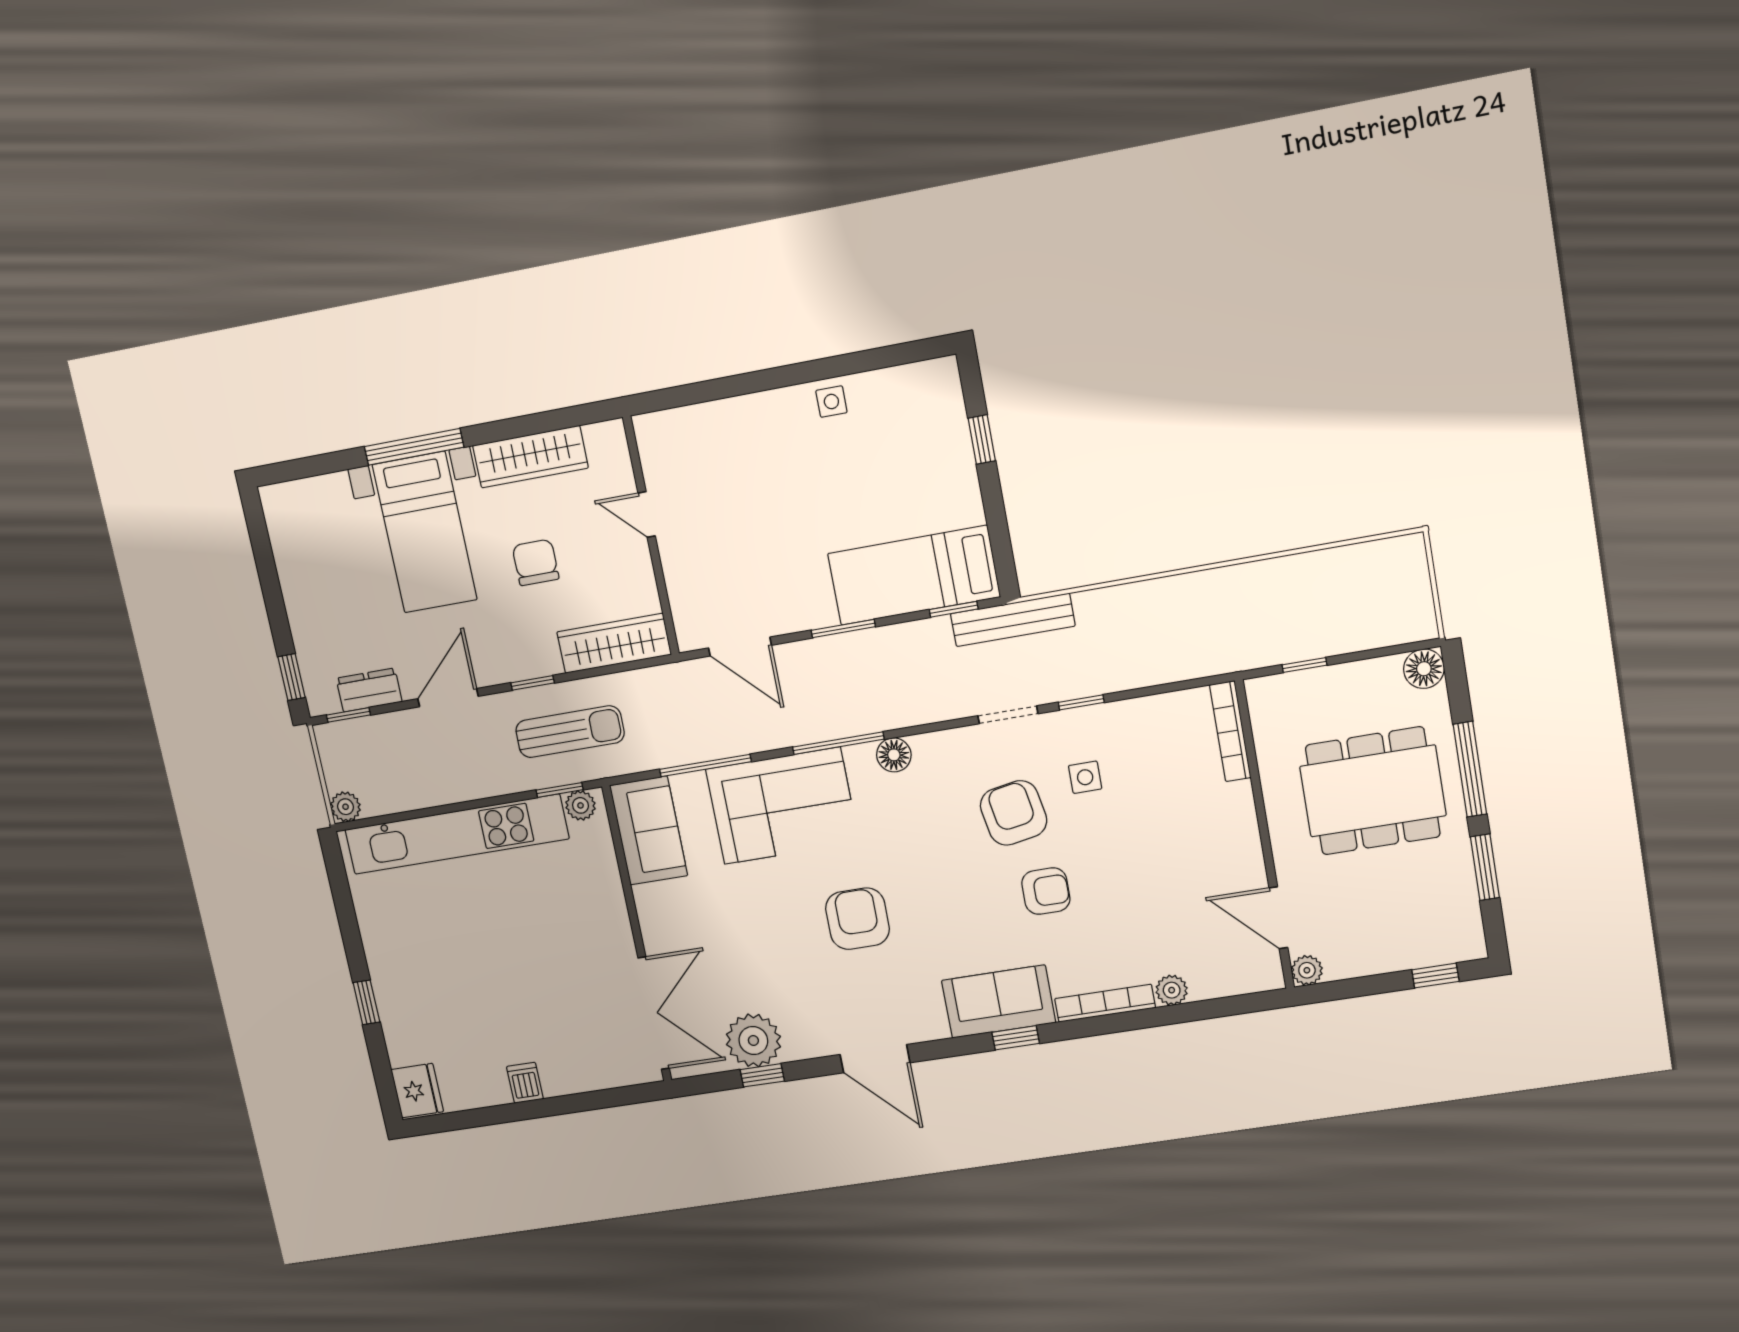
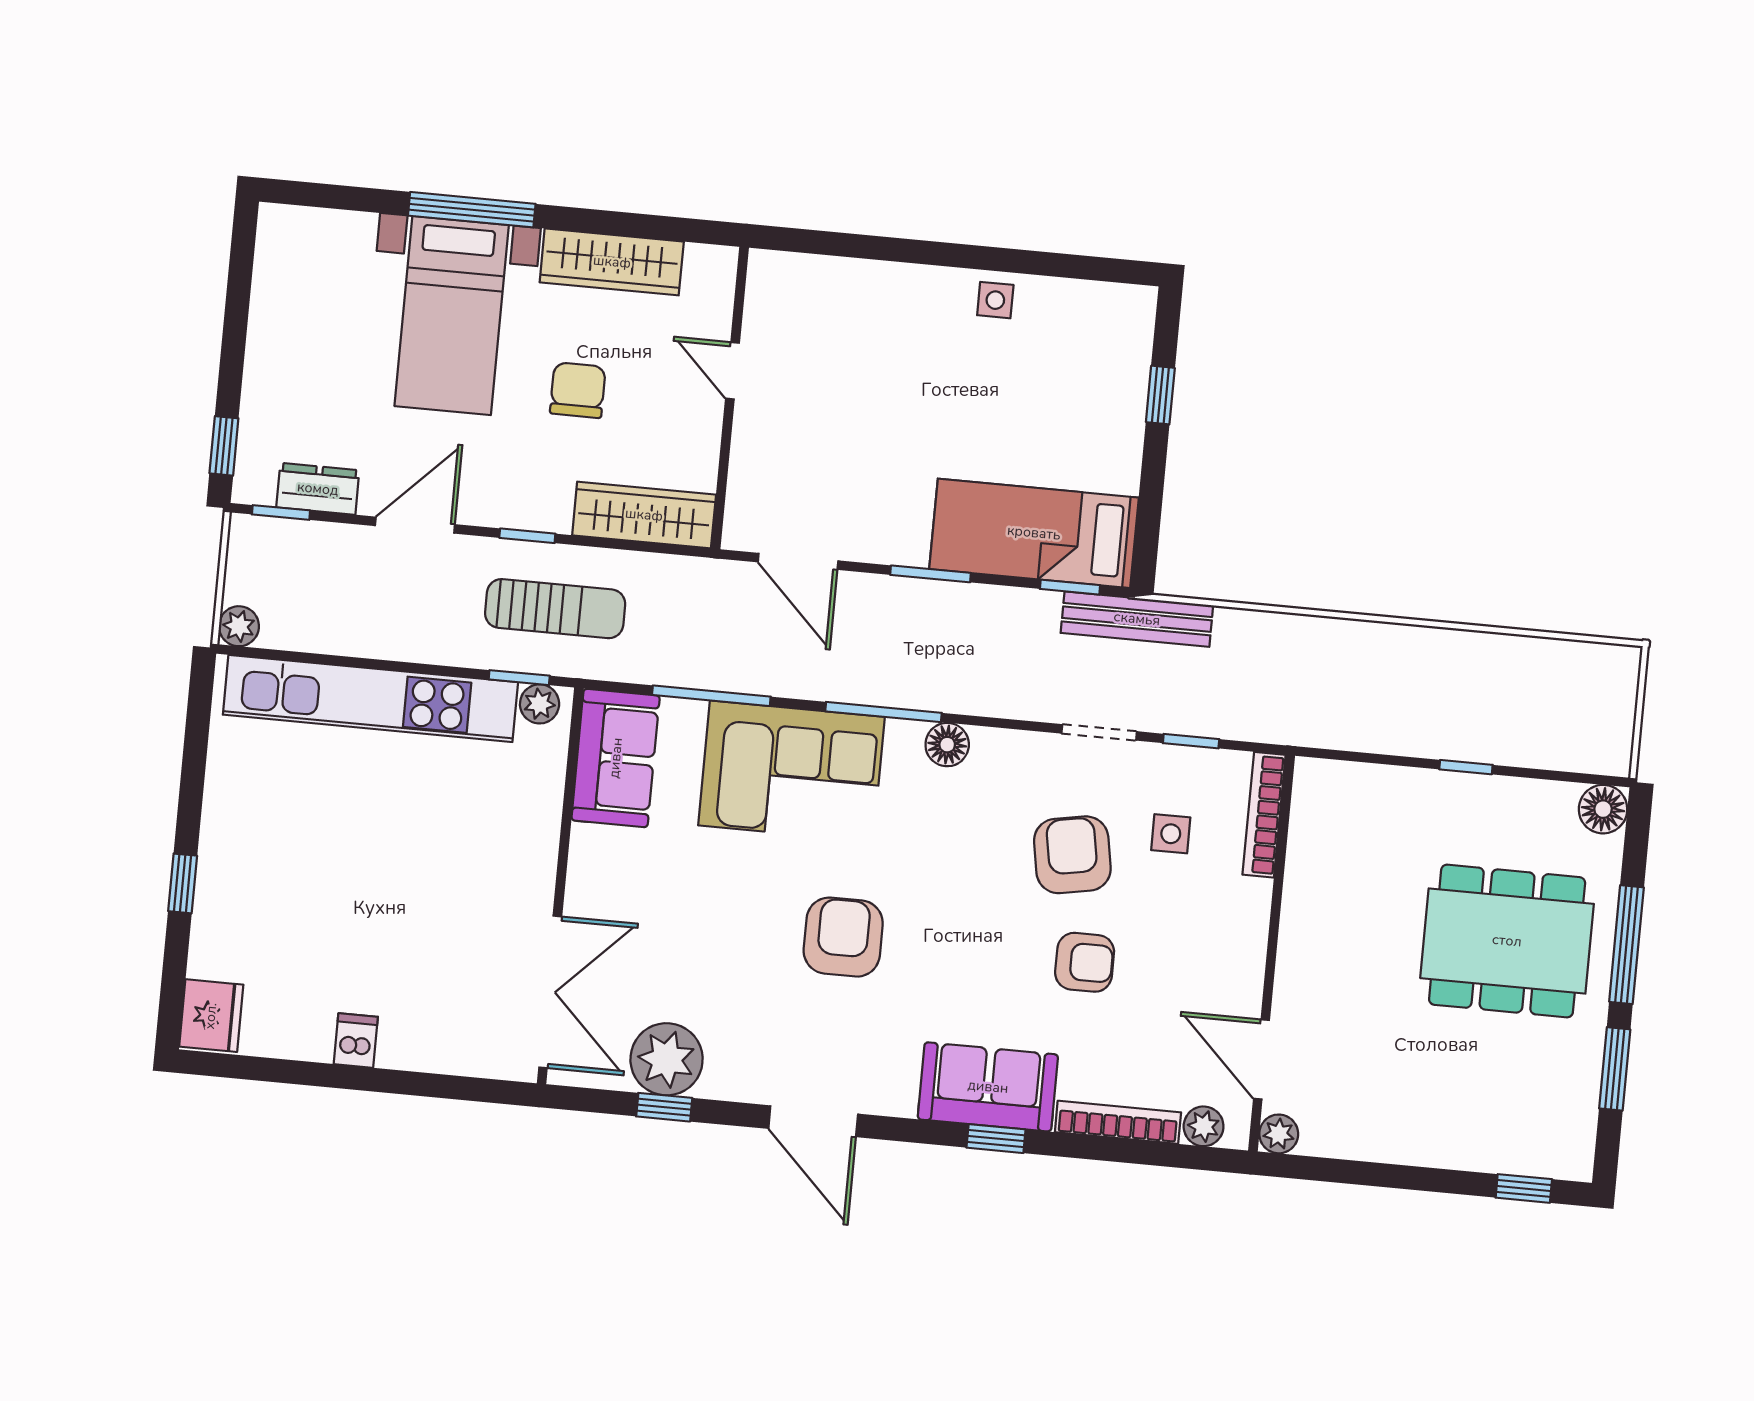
bookcase: (1230, 731) -> (1264, 815), moved
wall: (1265, 835) -> (1272, 953), moved
door: (1278, 918) -> (1262, 1059), moved
plant: (1307, 970) -> (1279, 1134), moved

